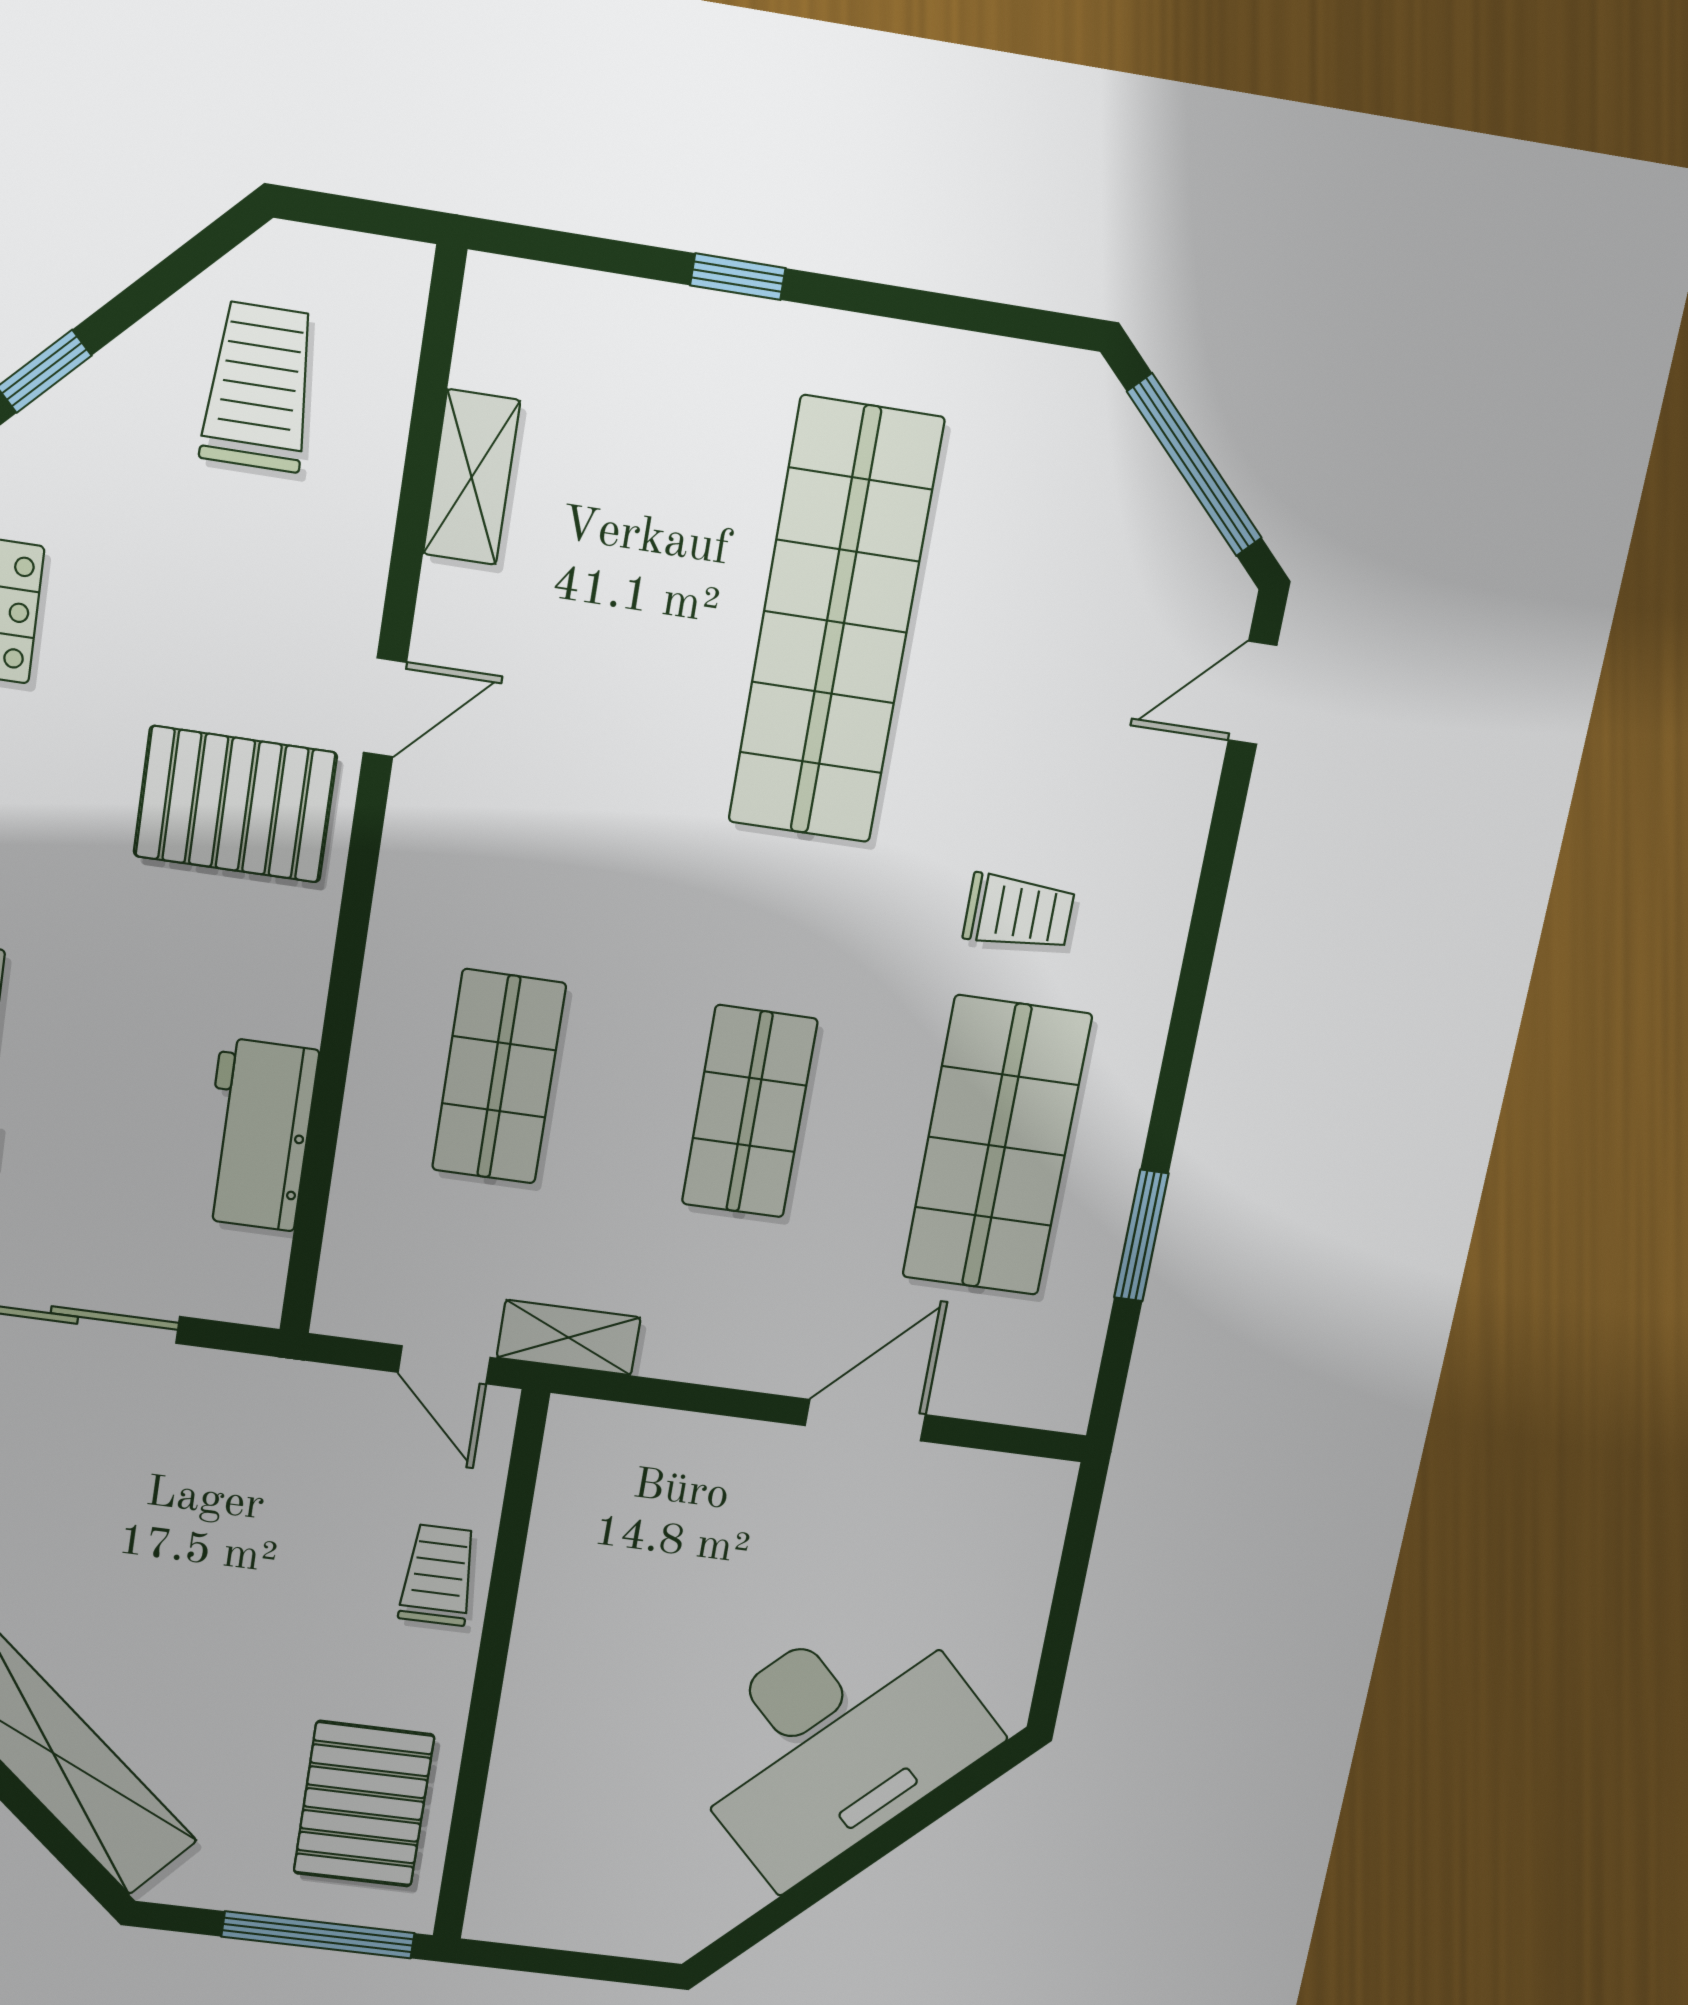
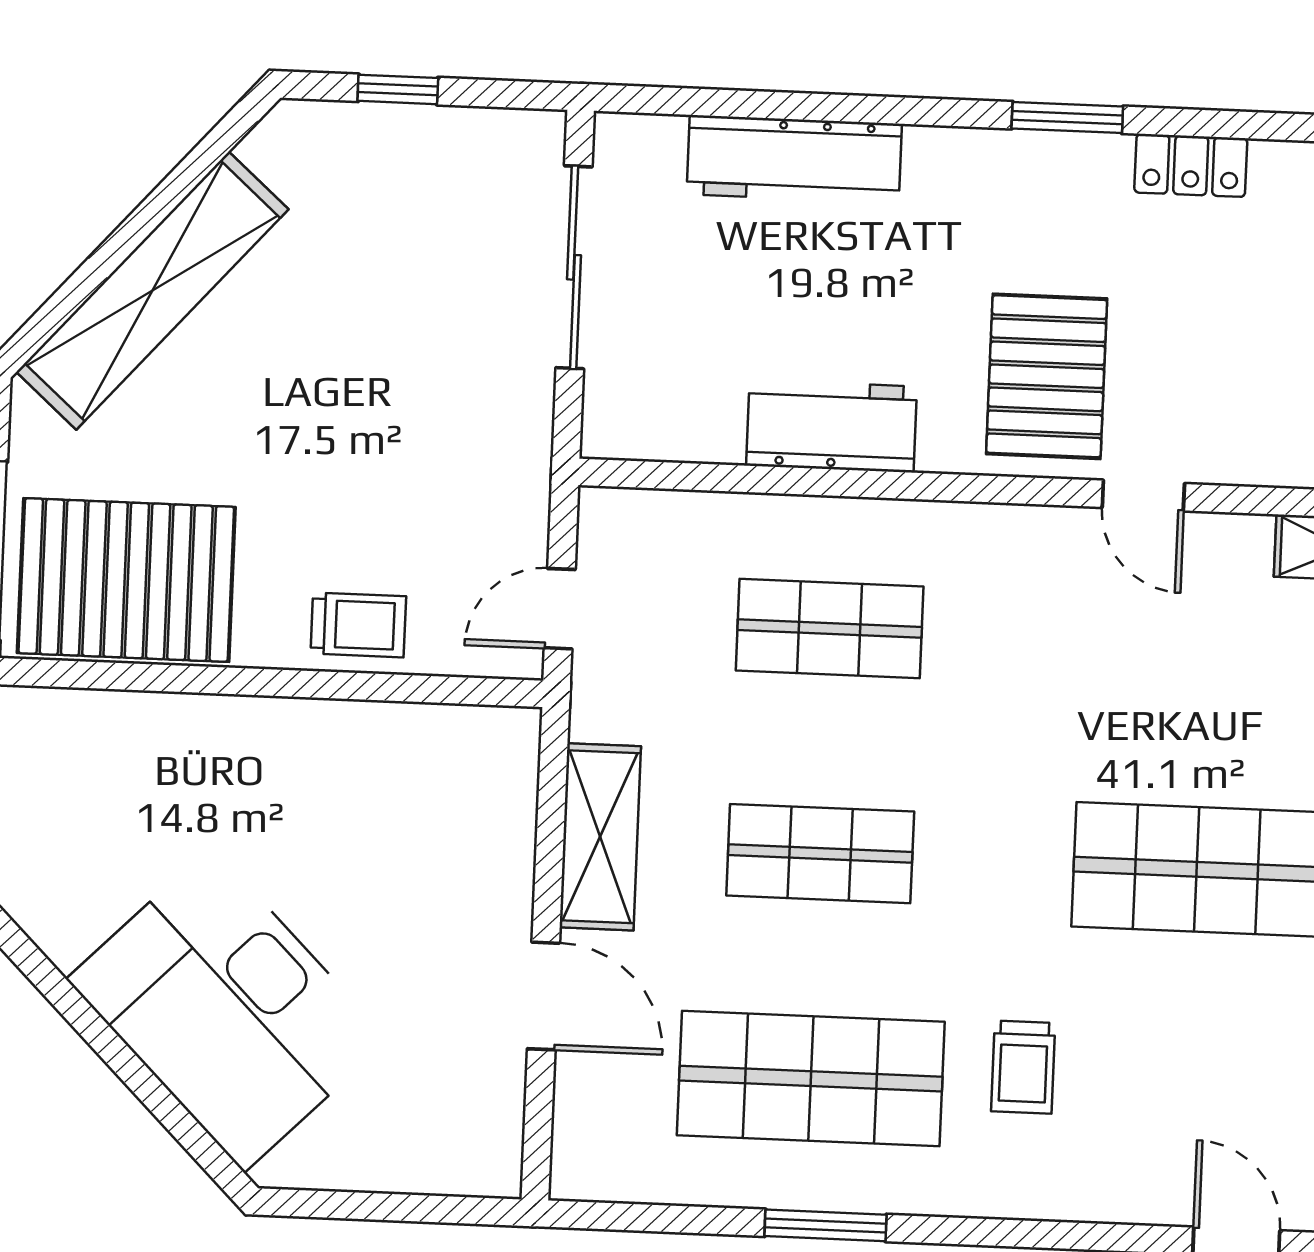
workbench: (258, 1135) -> (832, 426), moved
window: (1141, 1236) -> (825, 1225), moved
shelving: (569, 1338) -> (600, 837), moved, width x1.50, depth x1.33
pallet: (364, 1804) -> (126, 580), width x1.37, depth x1.41

